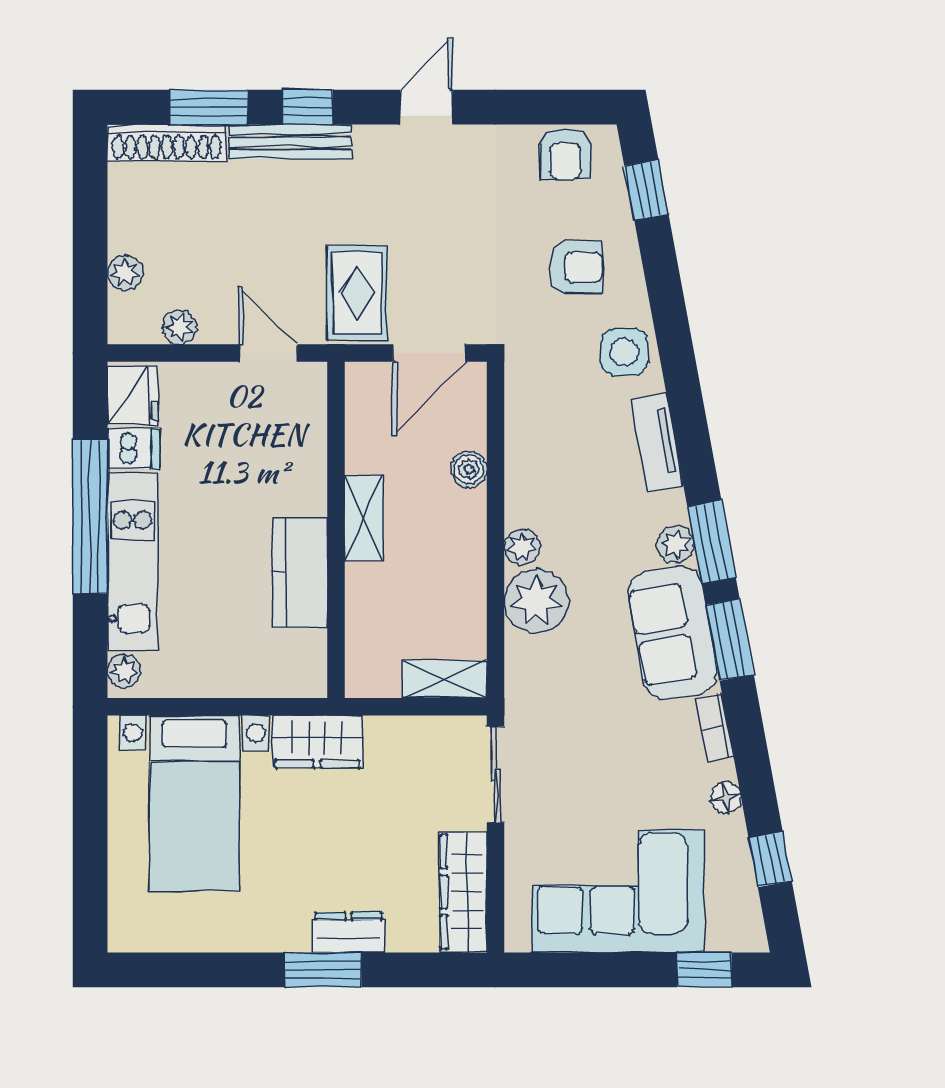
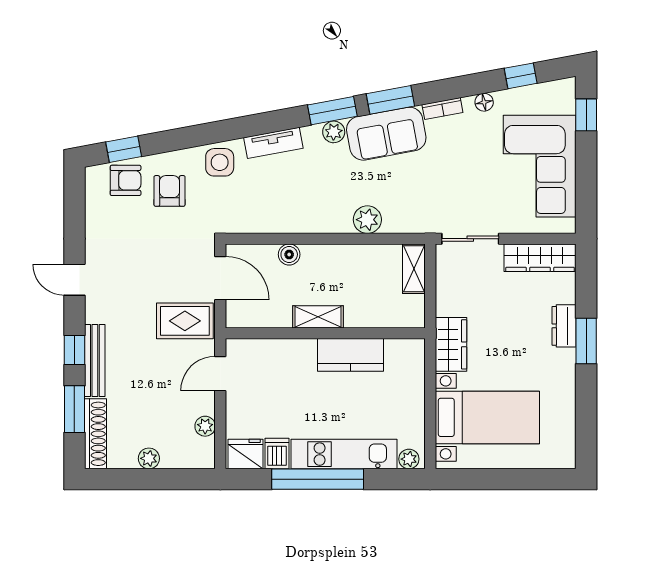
armchair: (565, 154) -> (126, 180), moved
plant: (125, 273) -> (149, 458), moved
plant: (522, 547) -> (335, 223), removed
plant: (536, 601) -> (367, 220), width x0.73, depth x0.73

